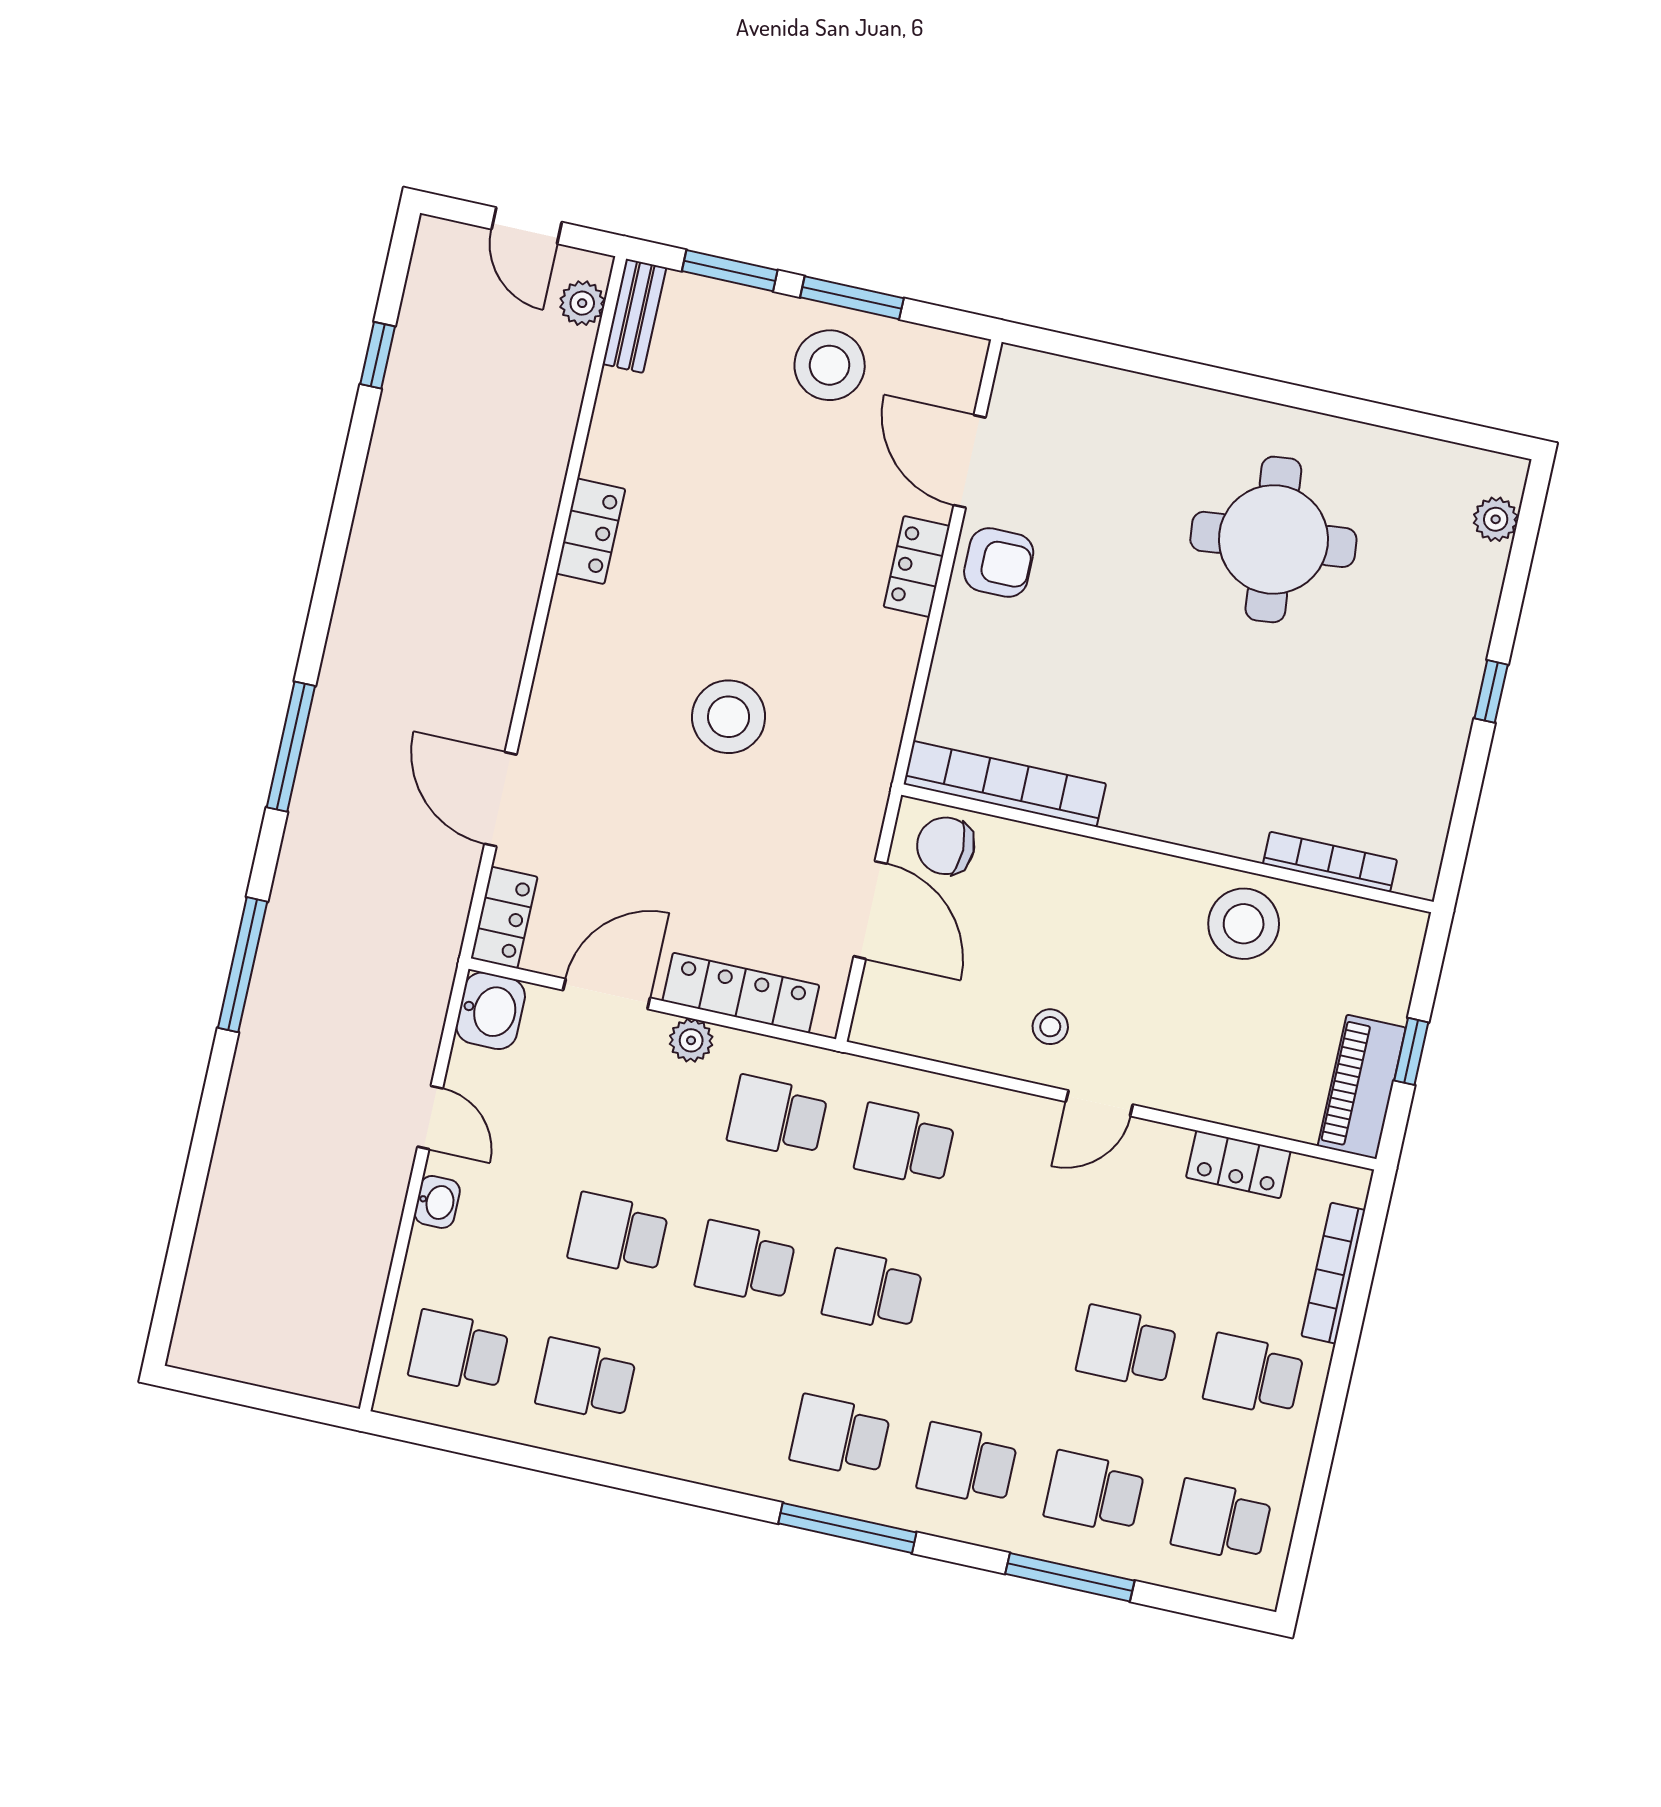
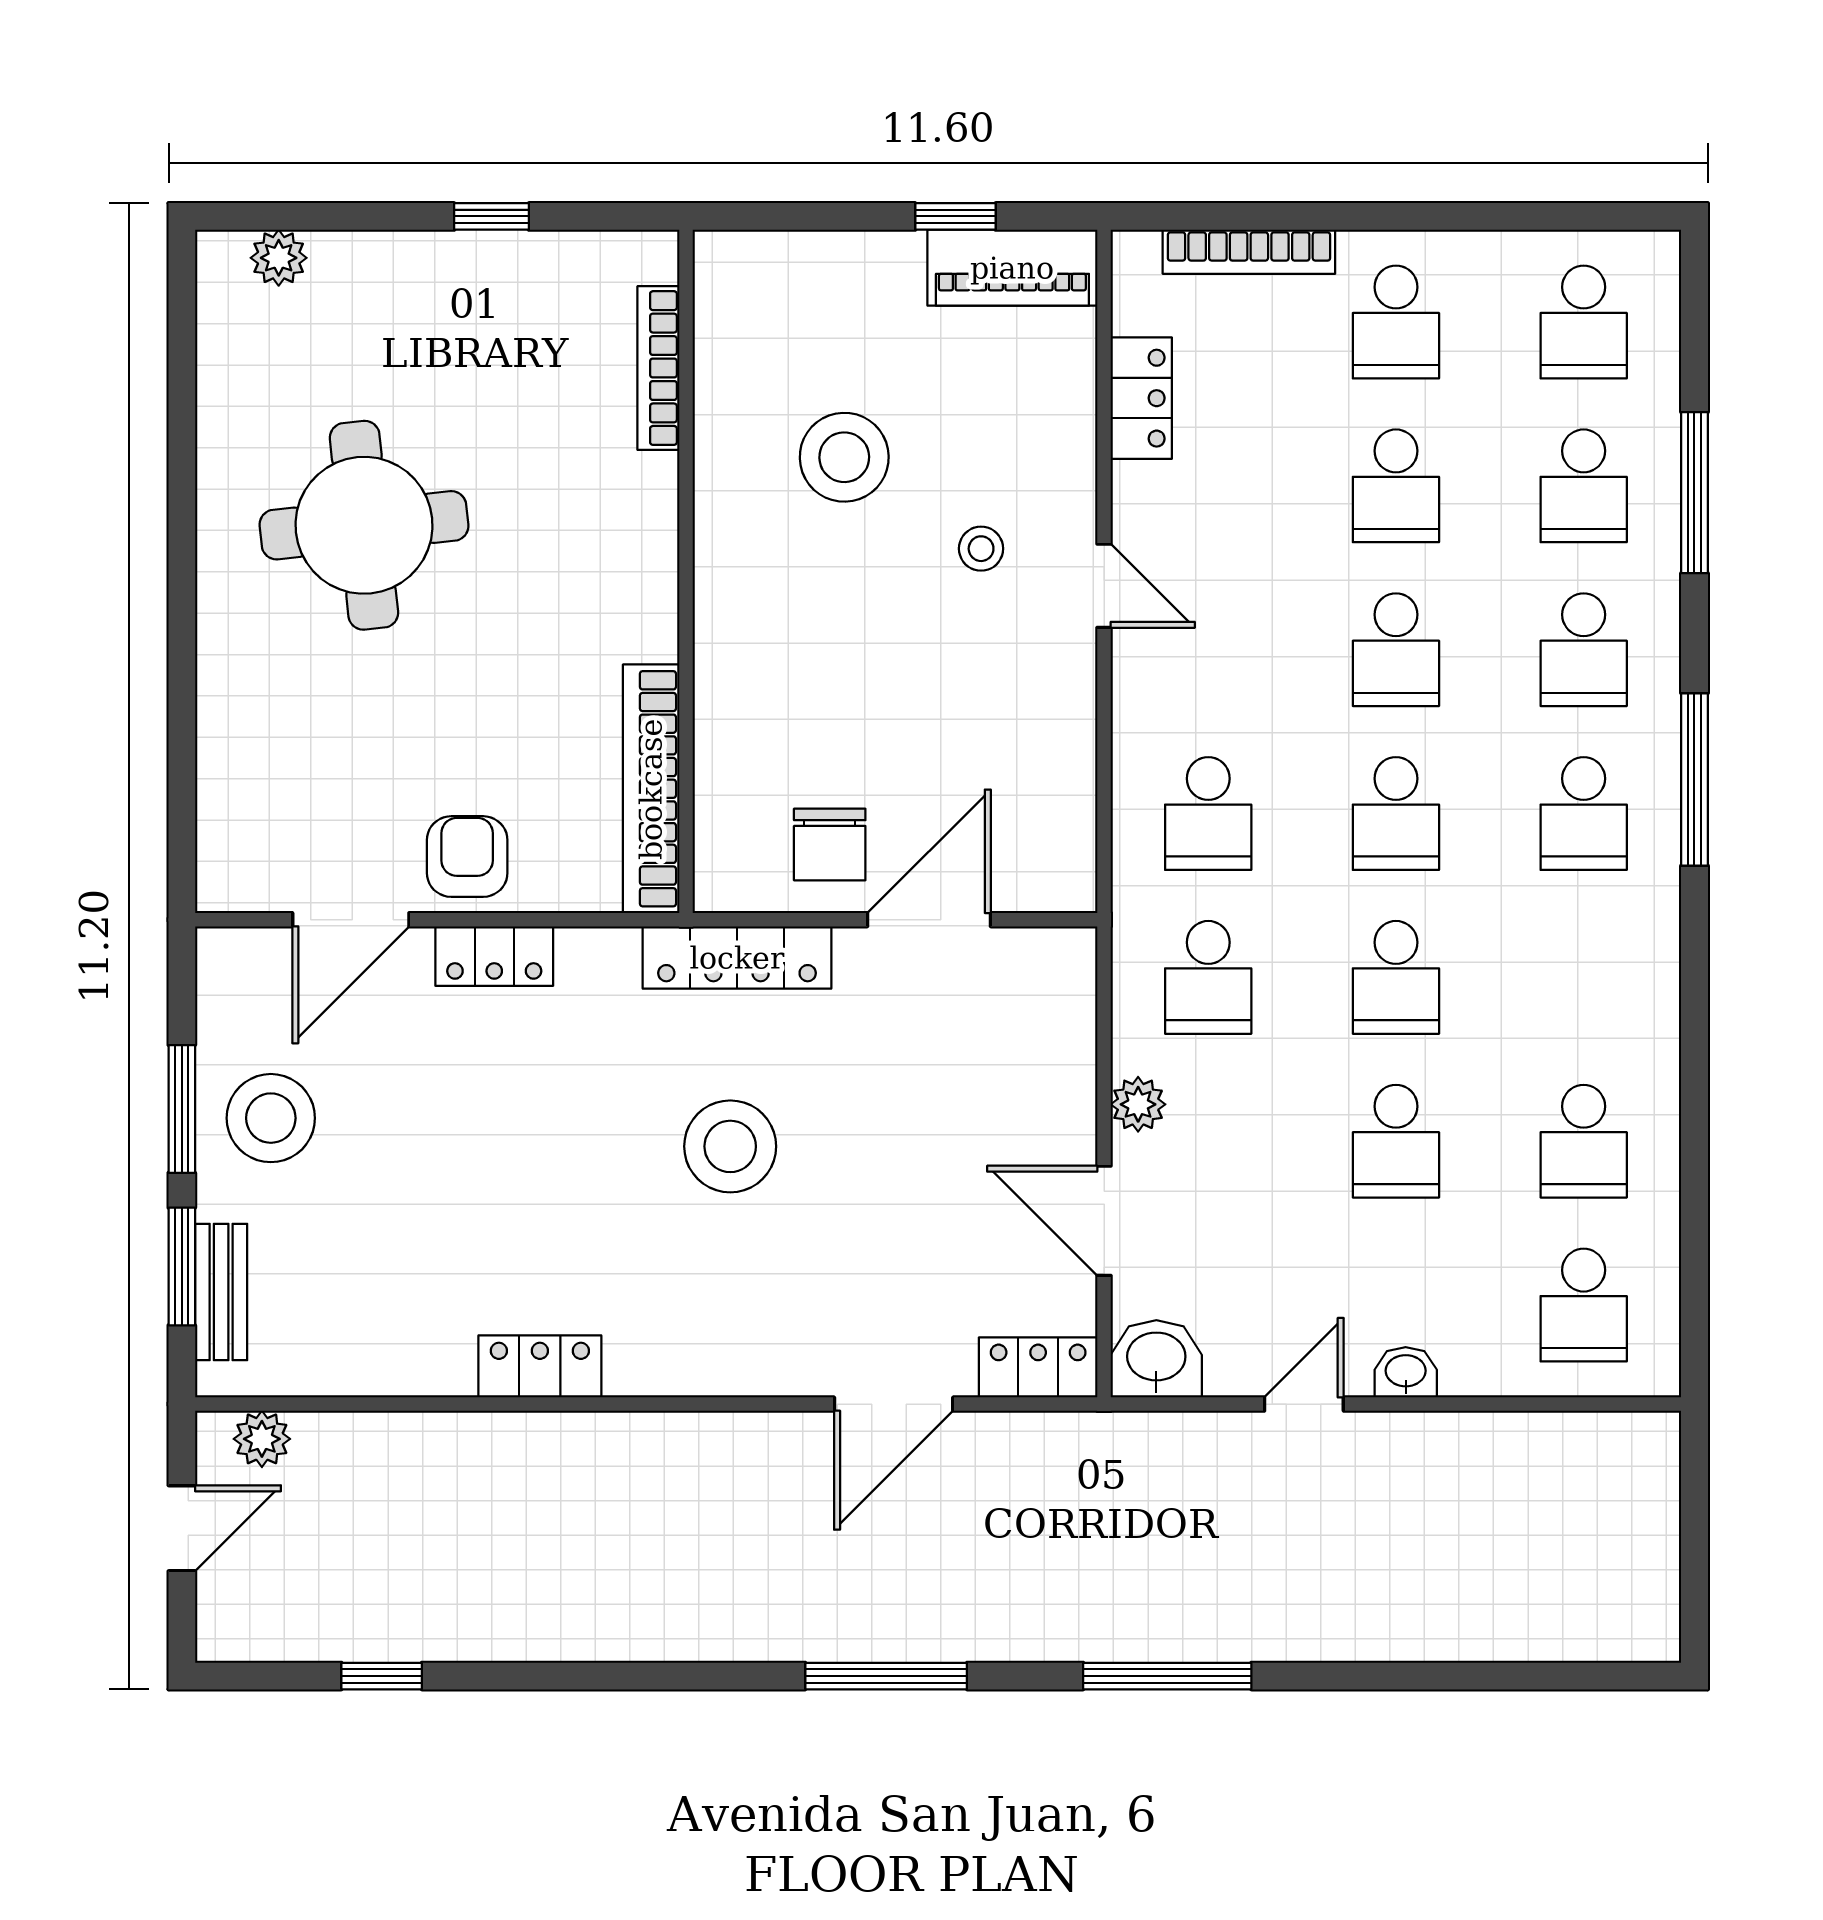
bench: (634, 316) -> (221, 1292), moved, turned 90
bookcase: (1005, 784) -> (651, 789), moved
wall: (1167, 848) -> (686, 571), moved
bookcase: (1330, 862) -> (658, 368), moved
locker: (741, 993) -> (737, 958), moved, turned -90
stool: (1050, 1027) -> (981, 549), moved
school desk: (999, 1319) -> (1396, 650), added

